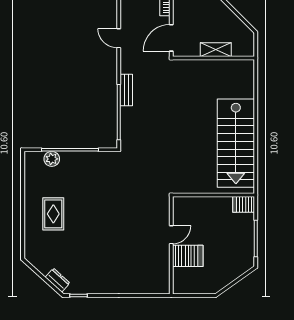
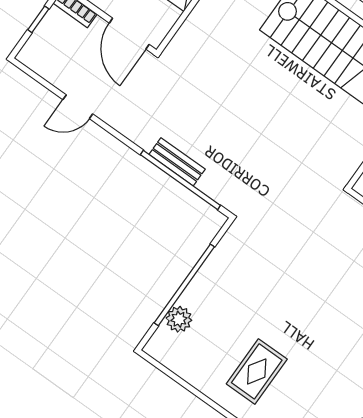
bench: (126, 90) -> (177, 162), moved
rug: (53, 214) -> (257, 371), turned 90

